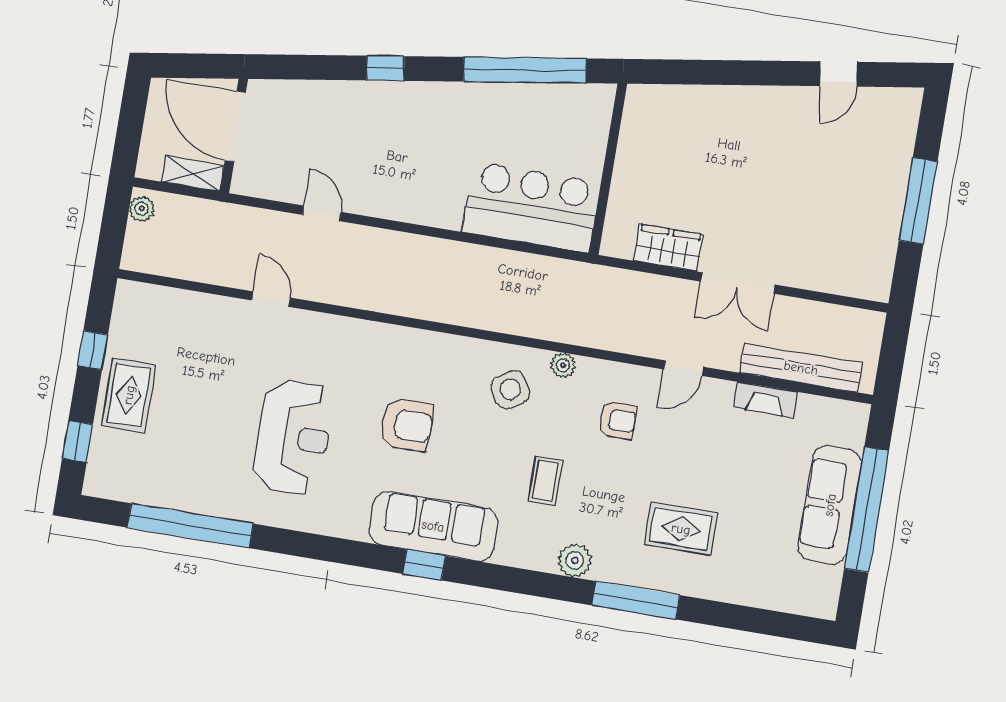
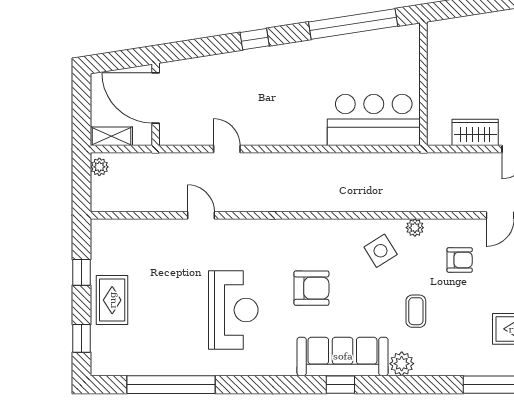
shelving: (193, 174) -> (111, 136), moved
plant: (575, 560) -> (402, 364), moved

